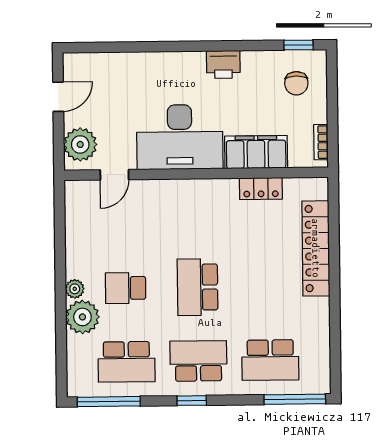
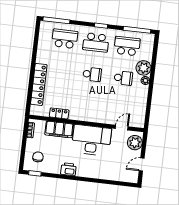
school desk: (197, 287) -> (92, 74), width x0.54

